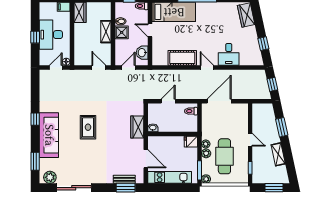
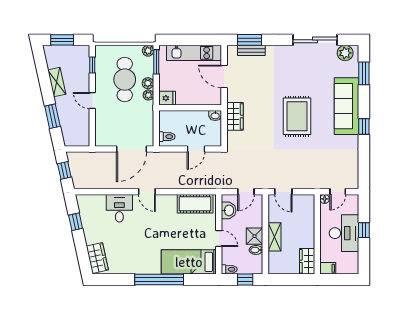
cot: (182, 58) -> (195, 204), moved
rug: (88, 127) -> (297, 116), width x1.36, depth x1.43

